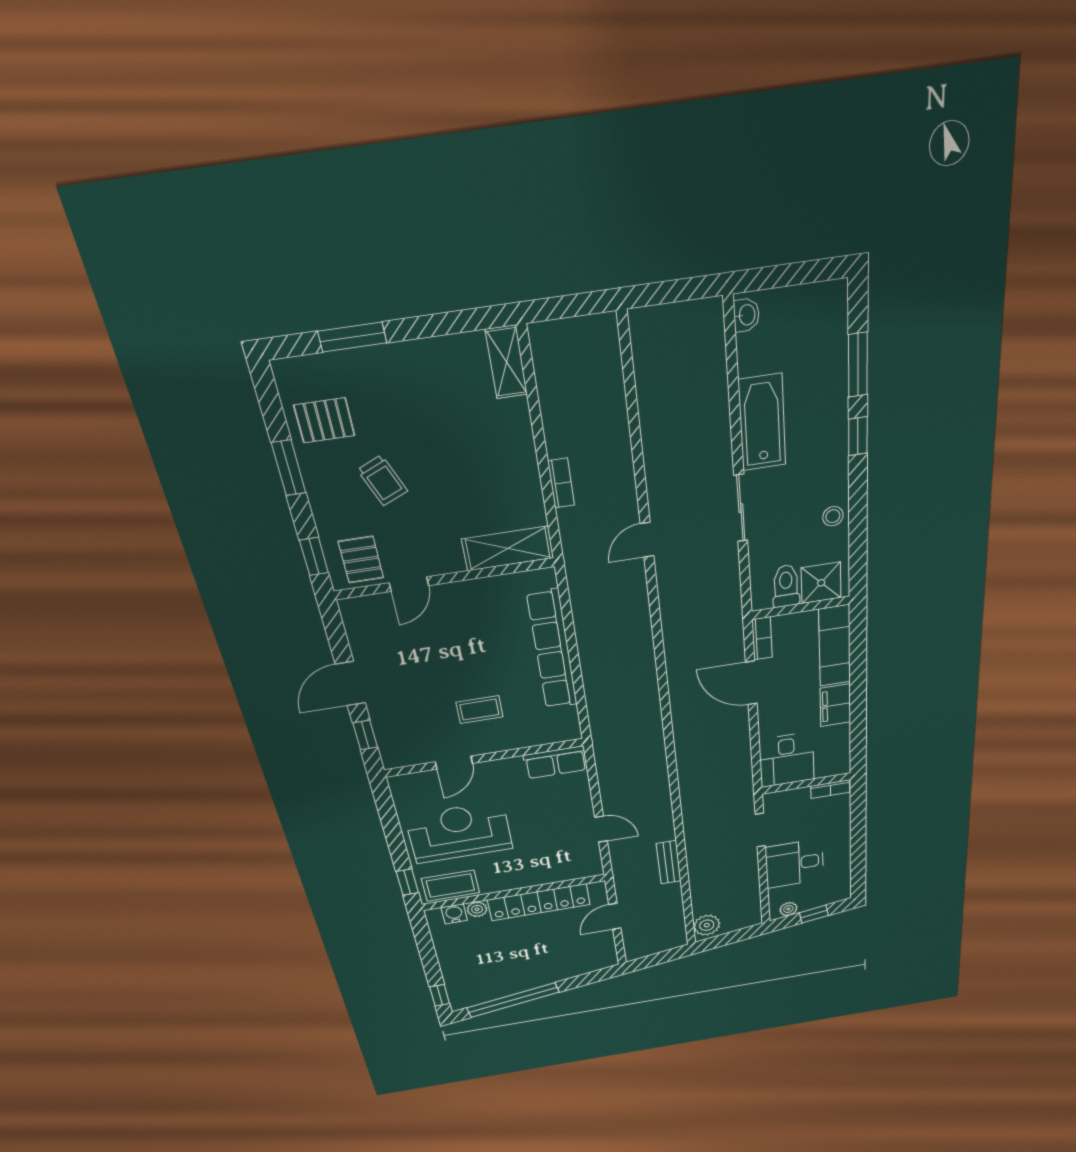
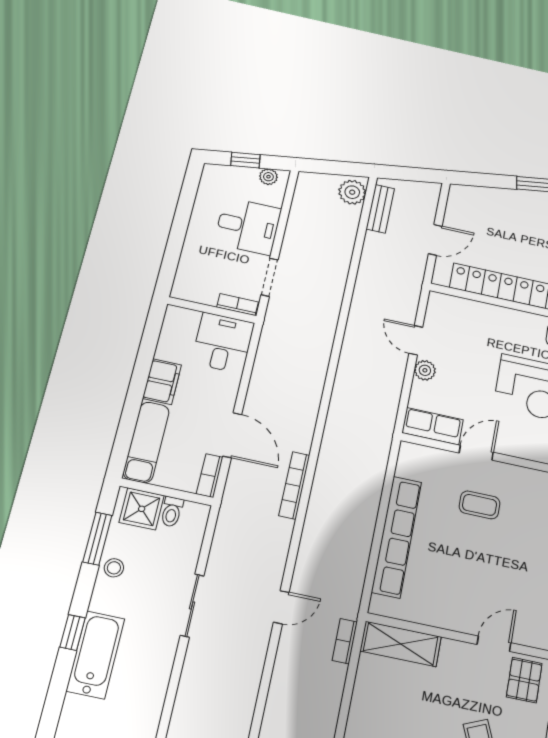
window: (858, 365) -> (97, 539), moved
bathtub: (762, 423) -> (96, 655), moved, turned 180
bookcase: (561, 483) -> (345, 641), moved
toilet: (786, 586) -> (172, 512), width x0.73, depth x0.72
bookcase: (674, 660) -> (294, 485), added
door: (454, 763) -> (476, 453), moved
bookcase: (830, 789) -> (238, 305), moved
plant: (582, 807) -> (425, 370), added
bench: (669, 862) -> (380, 209), moved

